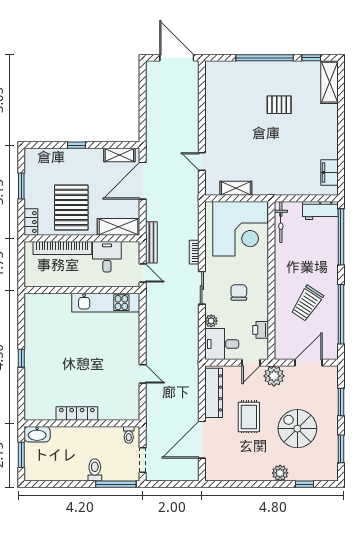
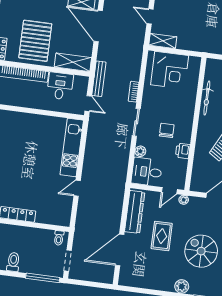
door: (143, 181) -> (98, 26), hinge flipped
shelving: (236, 188) -> (163, 41), moved
bicycle: (281, 222) -> (207, 98), moved
corner desk: (240, 229) -> (170, 70), width x0.74, depth x0.74
kitchen unit: (106, 303) -> (72, 147), moved, turned 90
printer: (261, 330) -> (183, 151), moved
door: (143, 374) -> (77, 188), swing flipped
plant: (274, 376) -> (184, 200), width x0.53, depth x0.53
toilet: (95, 470) -> (13, 262), moved

